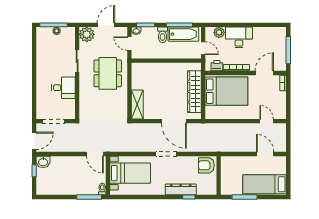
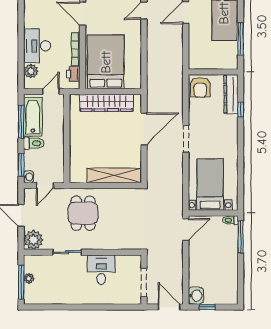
dining table: (108, 73) -> (83, 213), width x0.73
shelving: (137, 105) -> (114, 175), width x1.47
dresser: (181, 189) -> (231, 94), moved

